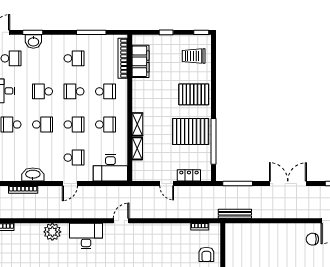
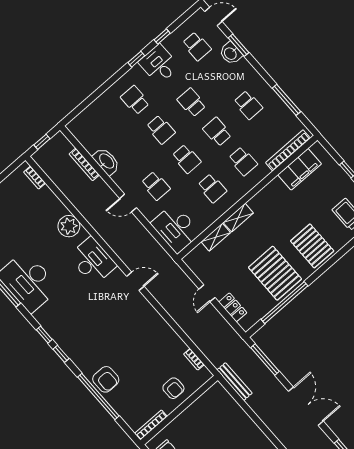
armchair: (206, 254) -> (173, 388), turned -90

